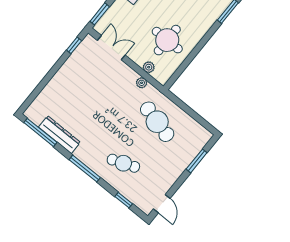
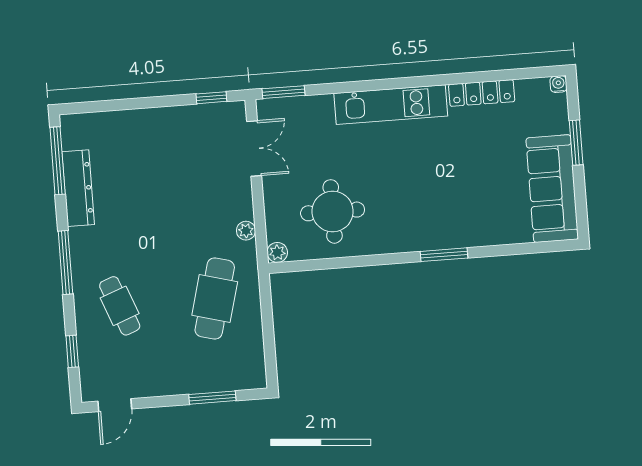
plant: (149, 67) -> (277, 252), moved

